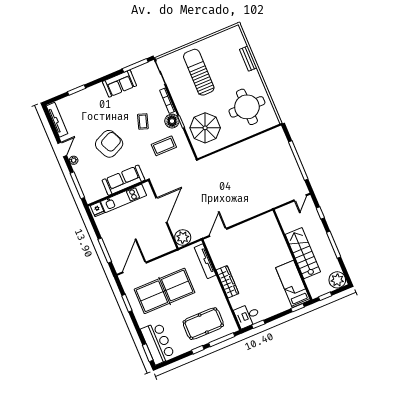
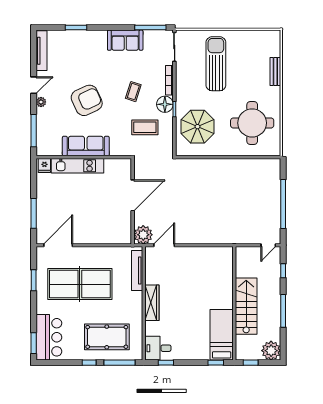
door: (161, 210) -> (133, 195), moved
wall: (163, 215) -> (133, 201), moved
plant: (183, 237) -> (143, 235), moved

